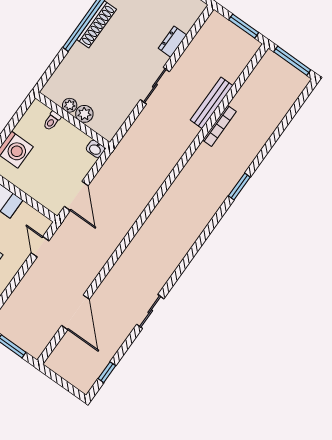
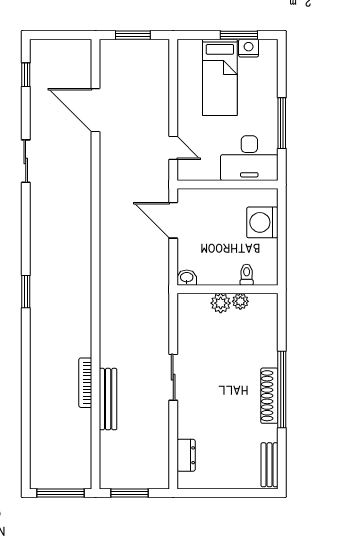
dresser: (173, 42) -> (186, 455), moved
window: (239, 187) -> (26, 292), moved

